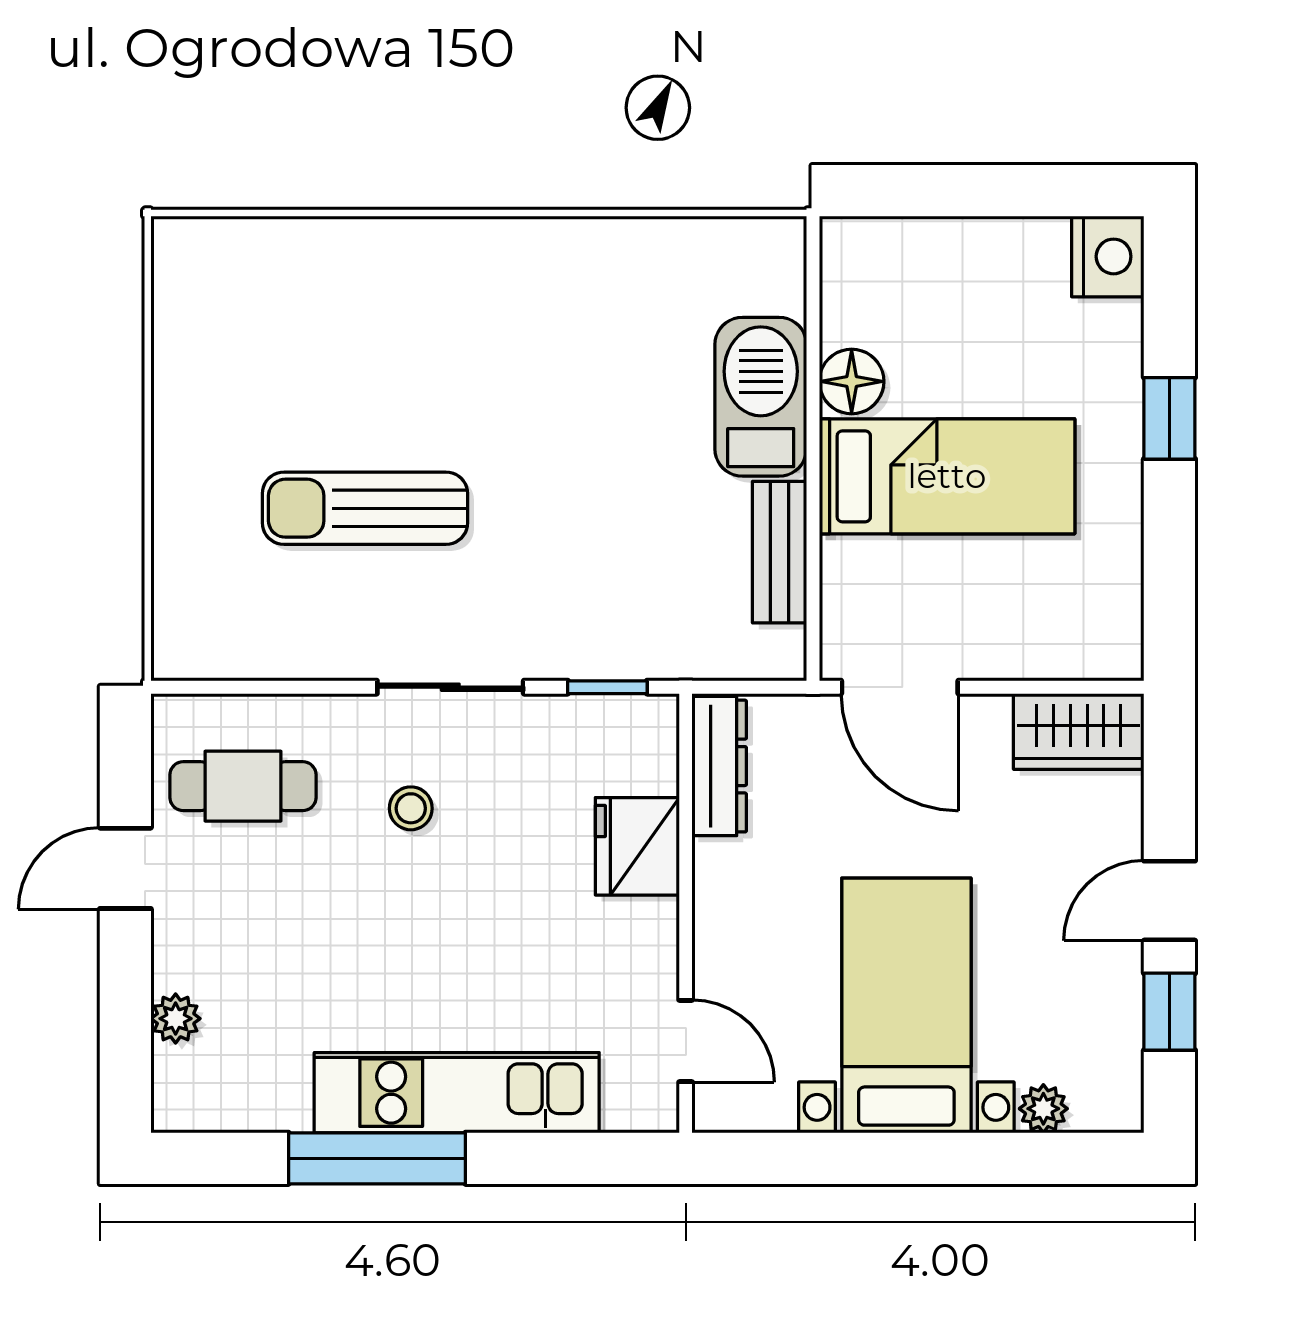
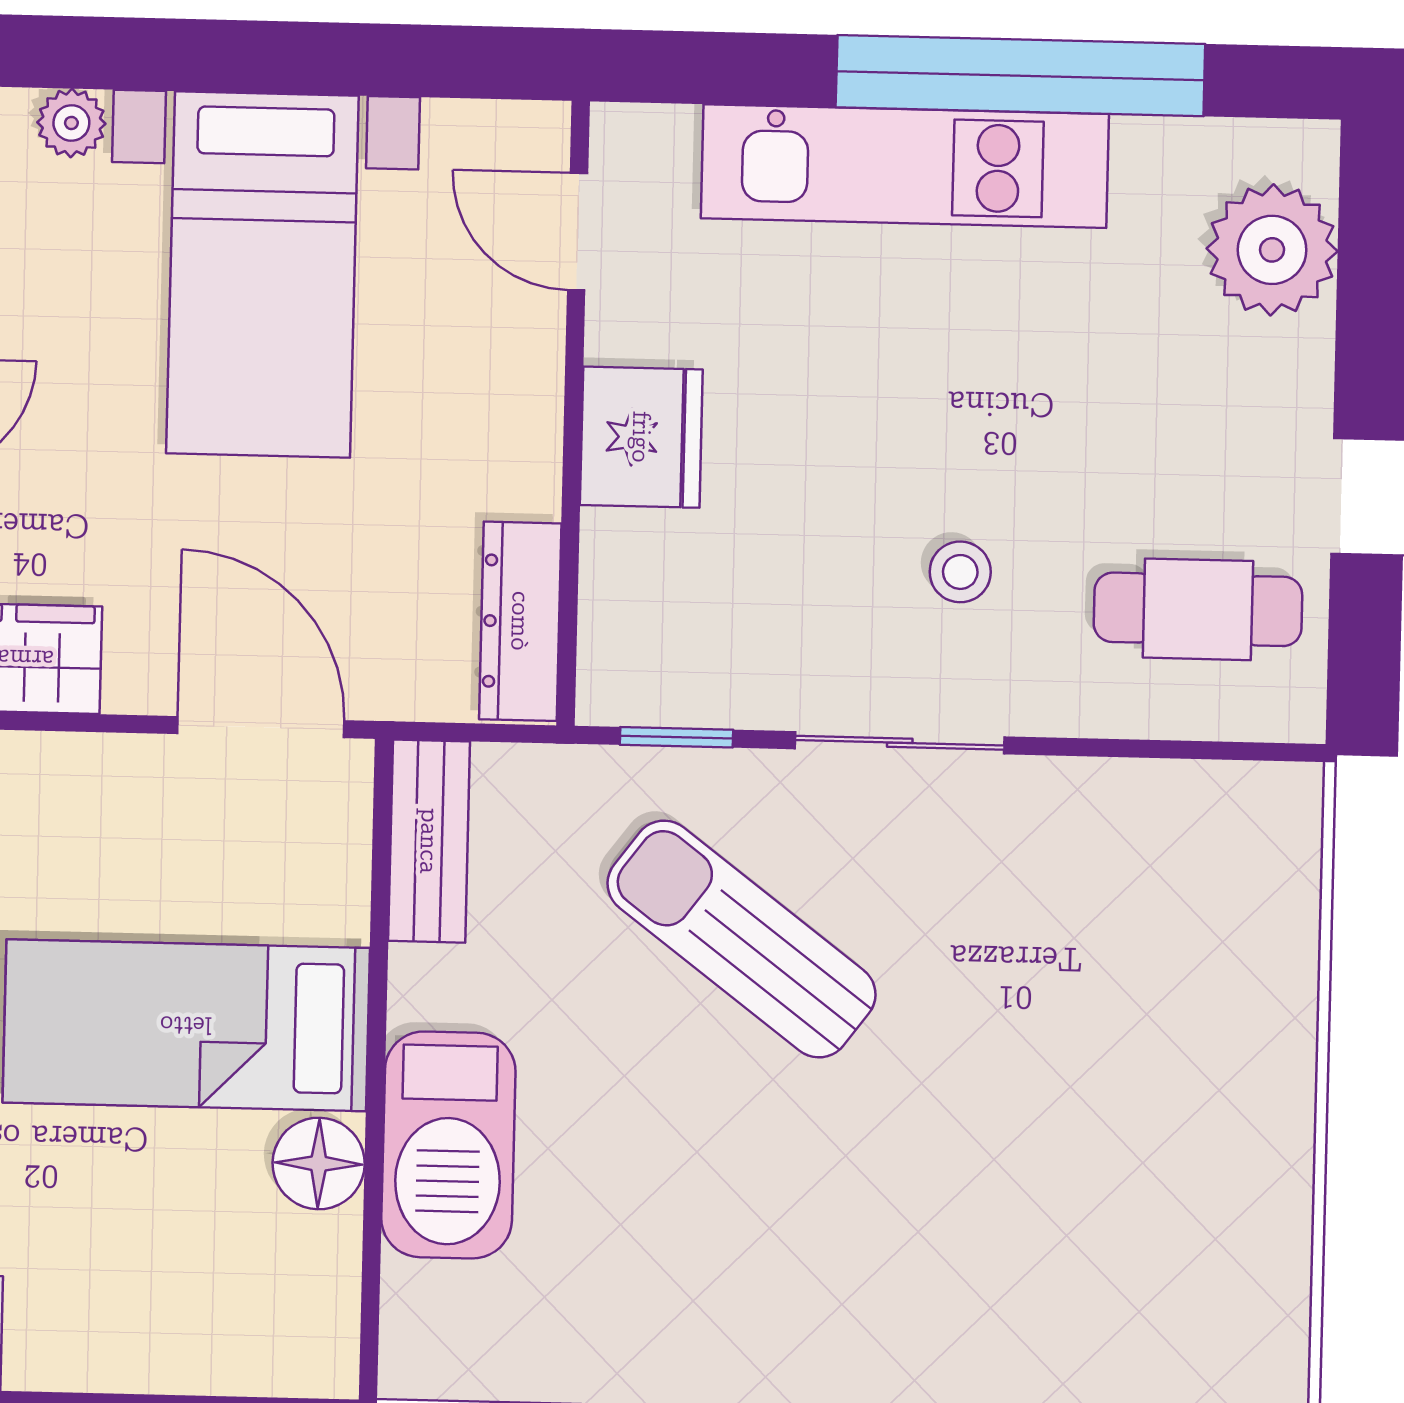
sun lounger: (365, 508) -> (741, 939), moved, turned -143
bench: (780, 552) -> (429, 841), moved
fridge: (637, 846) -> (641, 437), moved
plant: (176, 1019) -> (1272, 250), width x1.88, depth x1.88
window: (377, 1158) -> (1020, 76), width x1.46

